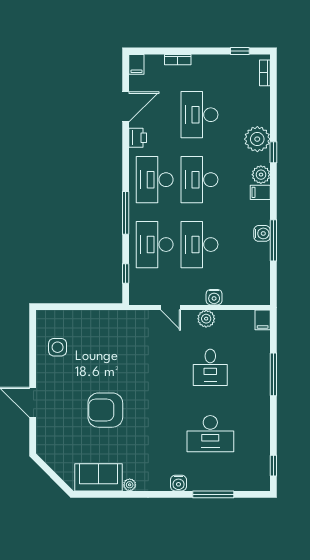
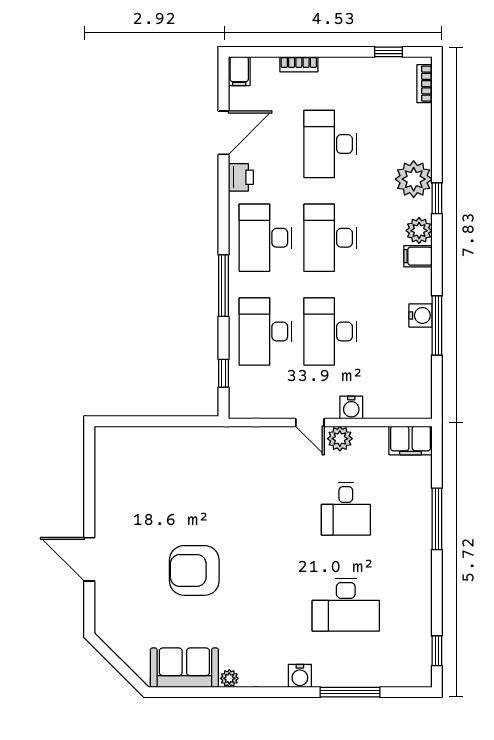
door: (171, 308) -> (310, 422), moved
filing cabinet: (263, 320) -> (411, 440), width x2.00
side table: (58, 347) -> (125, 480), removed

